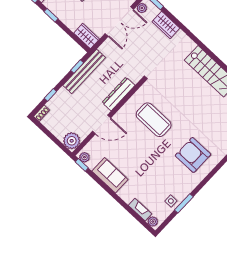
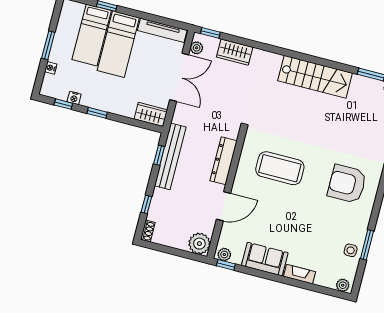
fireplace: (140, 210) -> (299, 274), moved

